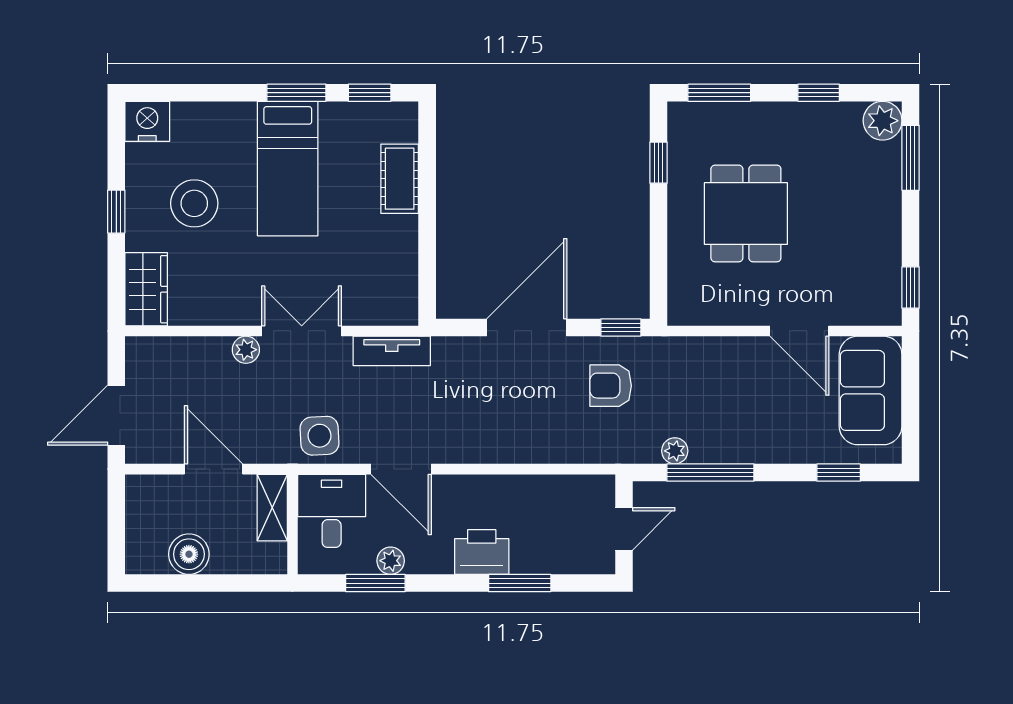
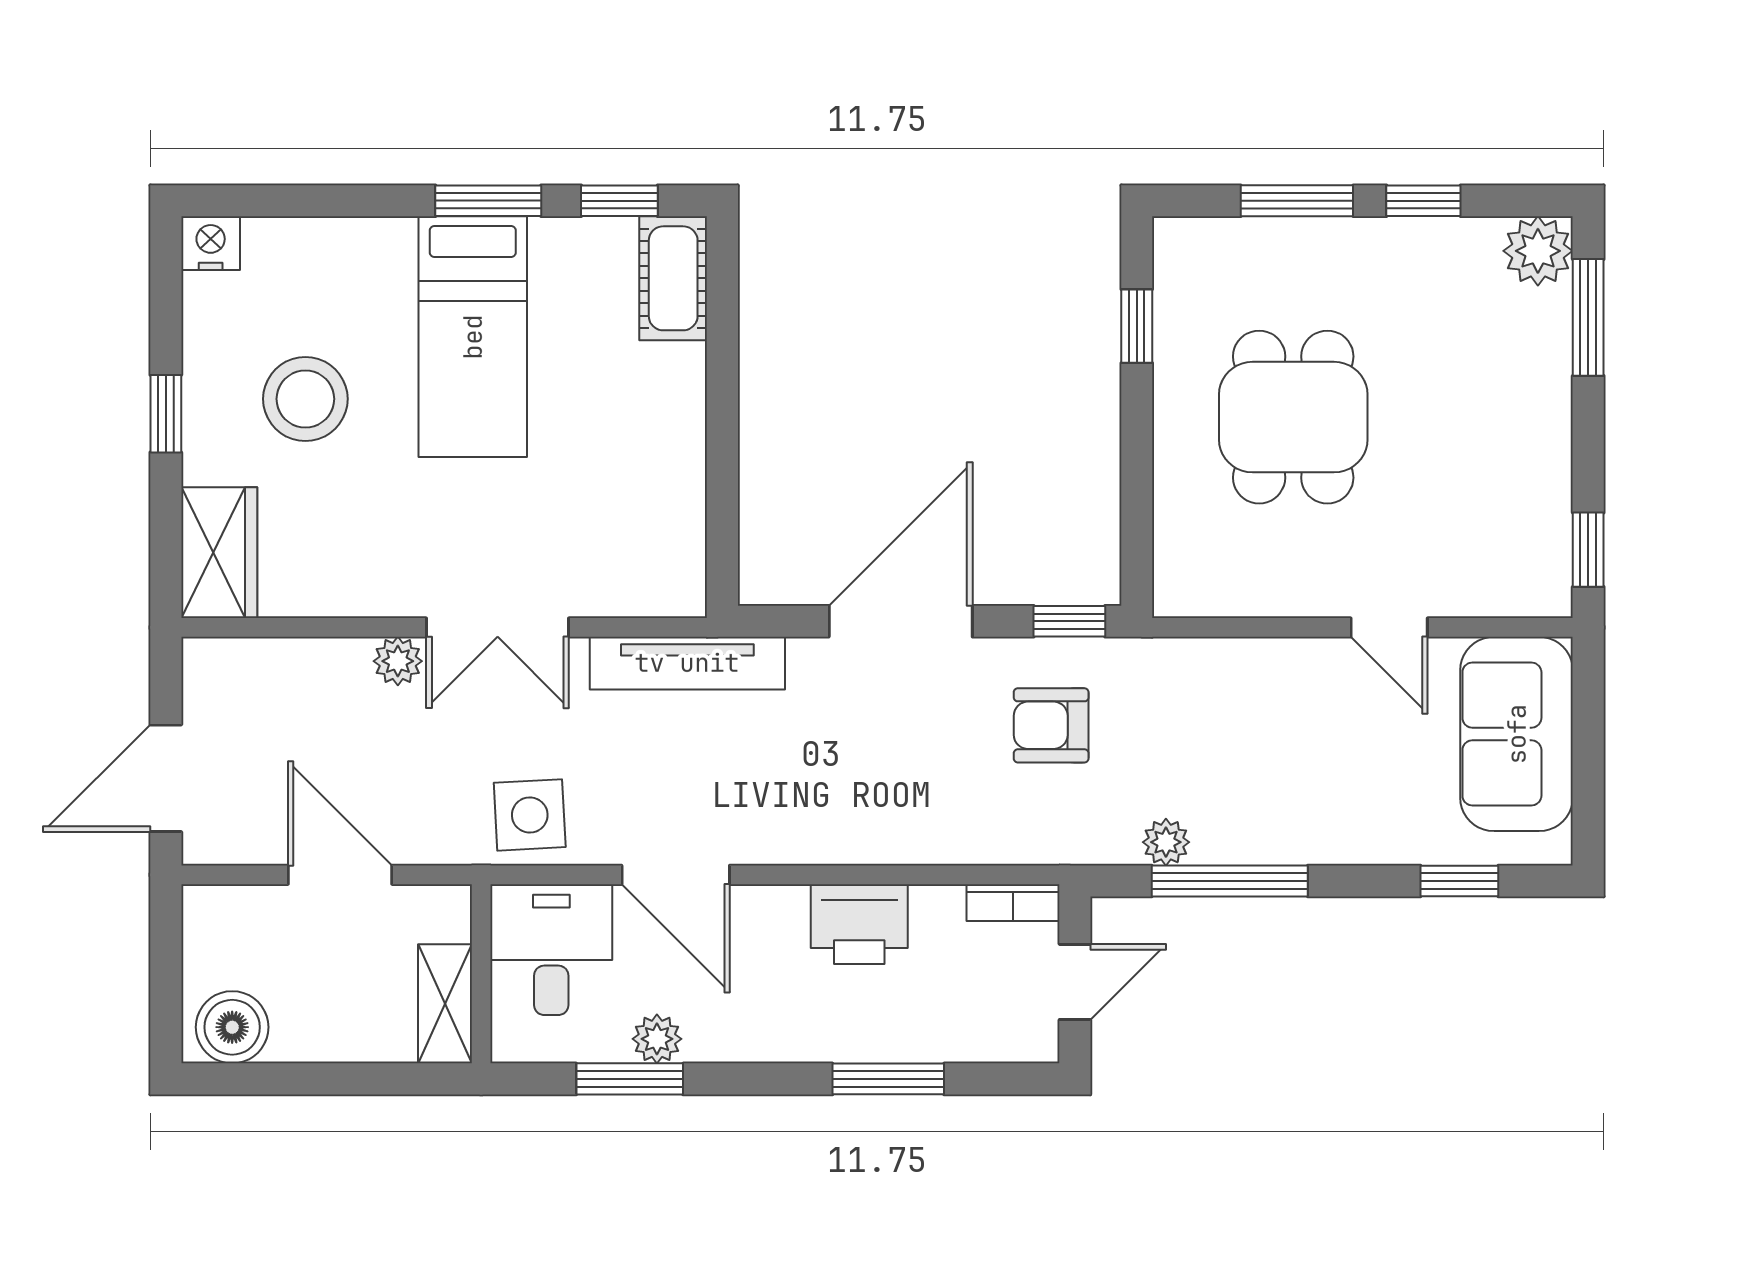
window: (719, 93) -> (1297, 201), moved
nightstand: (147, 121) -> (211, 243), width x0.74, depth x0.75
cot: (400, 179) -> (673, 278), moved
double door: (302, 331) -> (498, 627), swing flipped
door: (799, 331) -> (1389, 627), width x0.73
tv unit: (392, 351) -> (687, 663), width x1.41
bookcase: (589, 485) -> (1013, 903), added
shelving: (272, 508) -> (445, 1004), moved
printer: (482, 552) -> (859, 924), moved, turned 180
boiler: (189, 554) -> (232, 1027), moved

